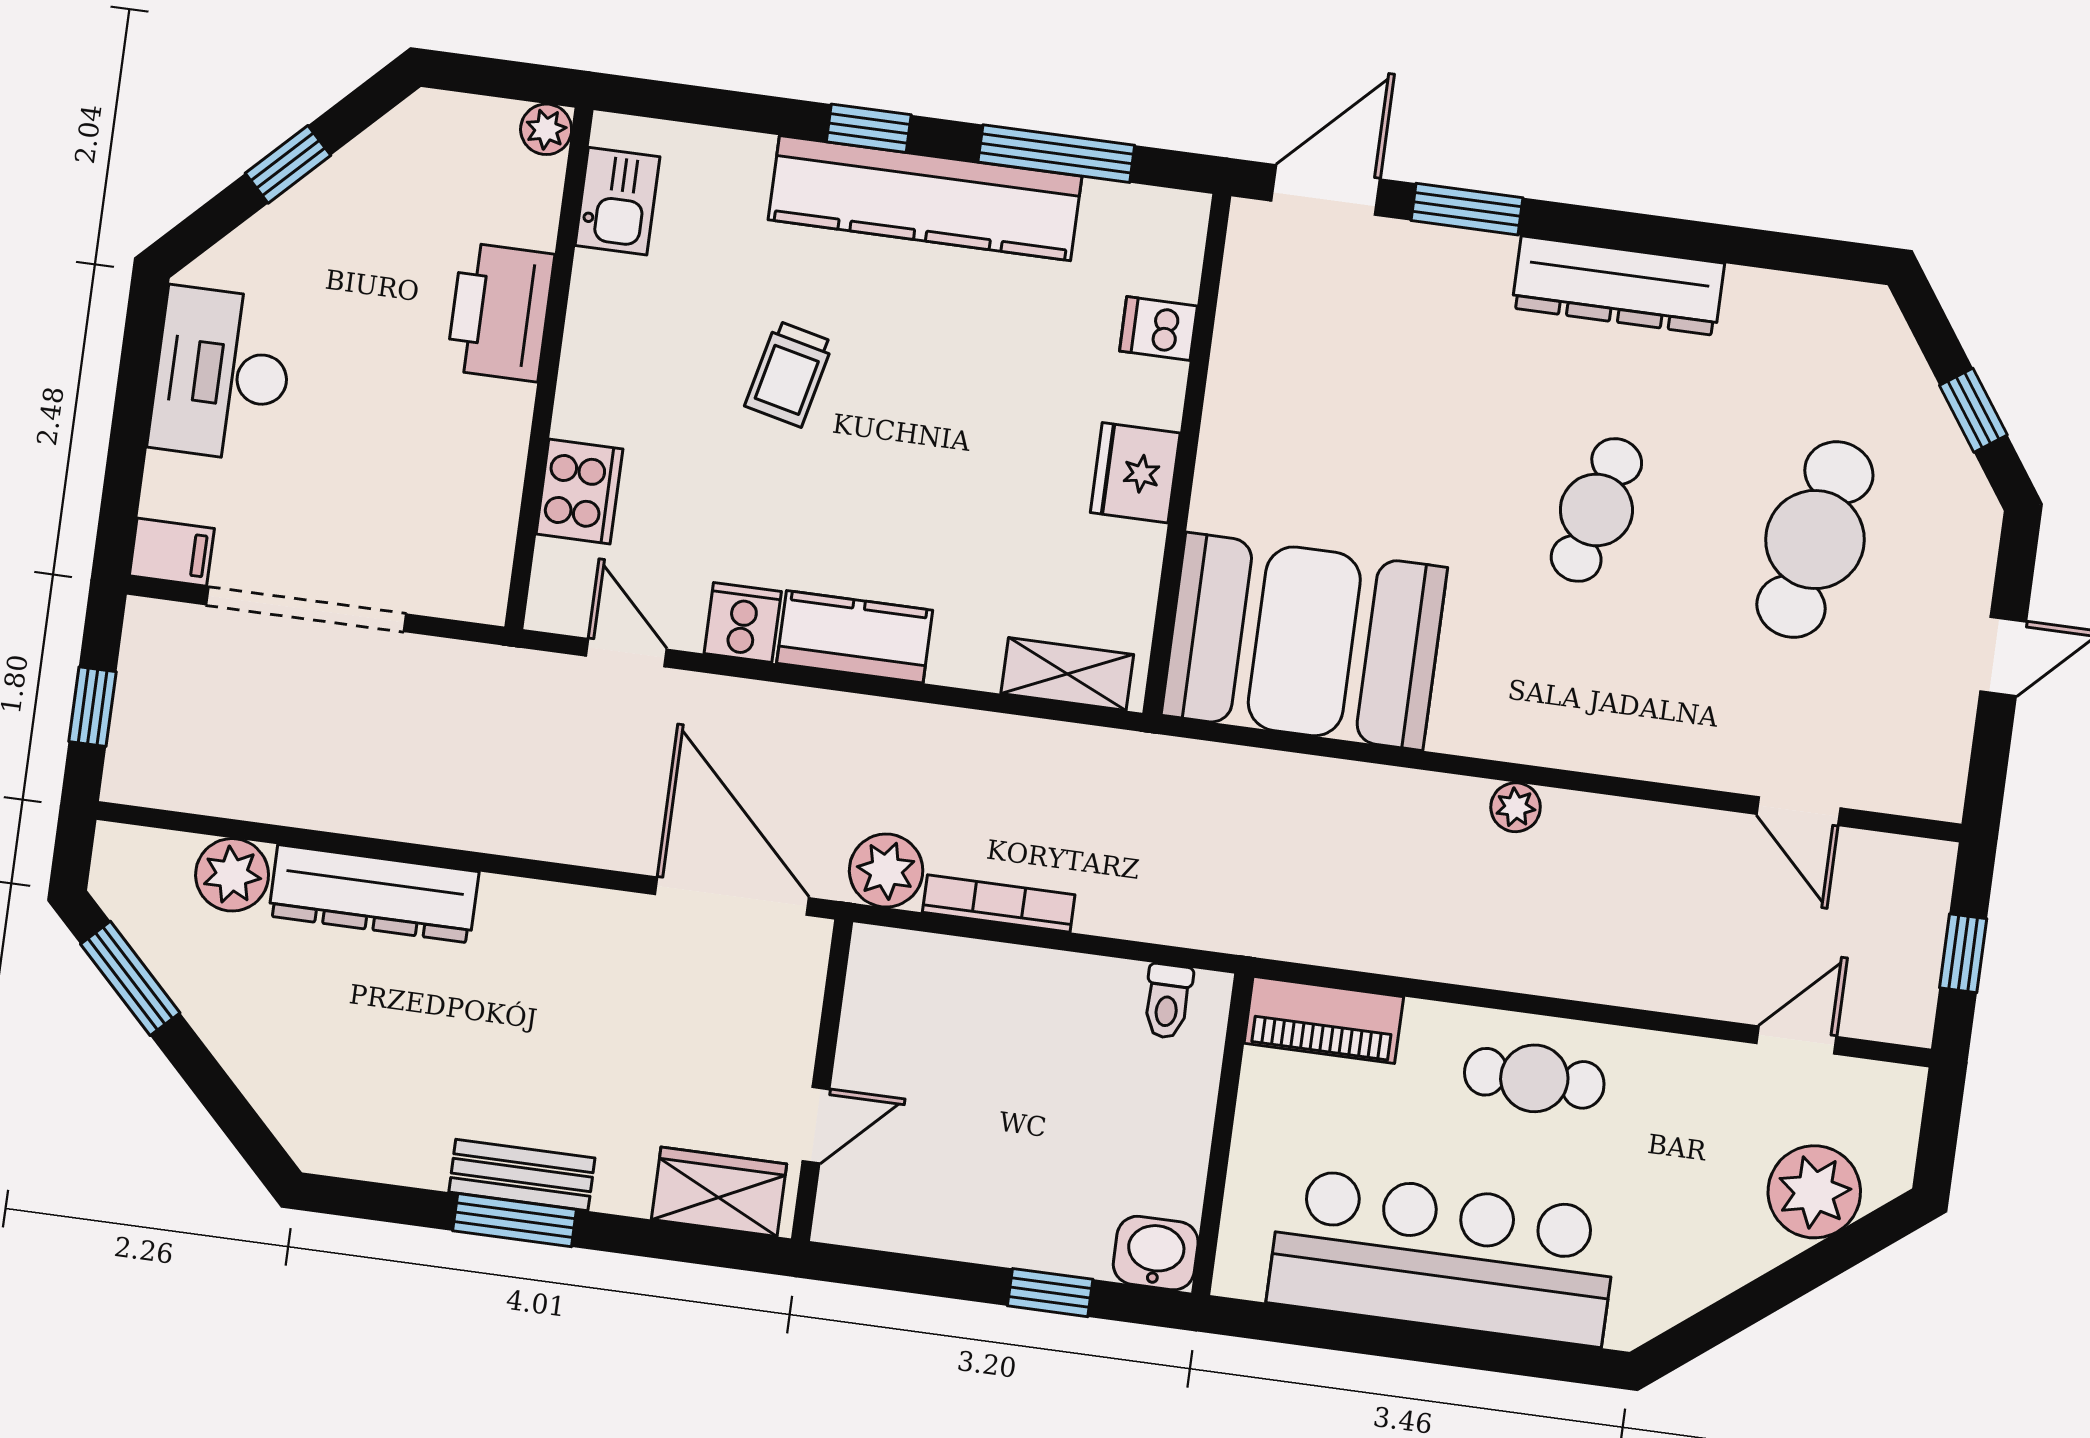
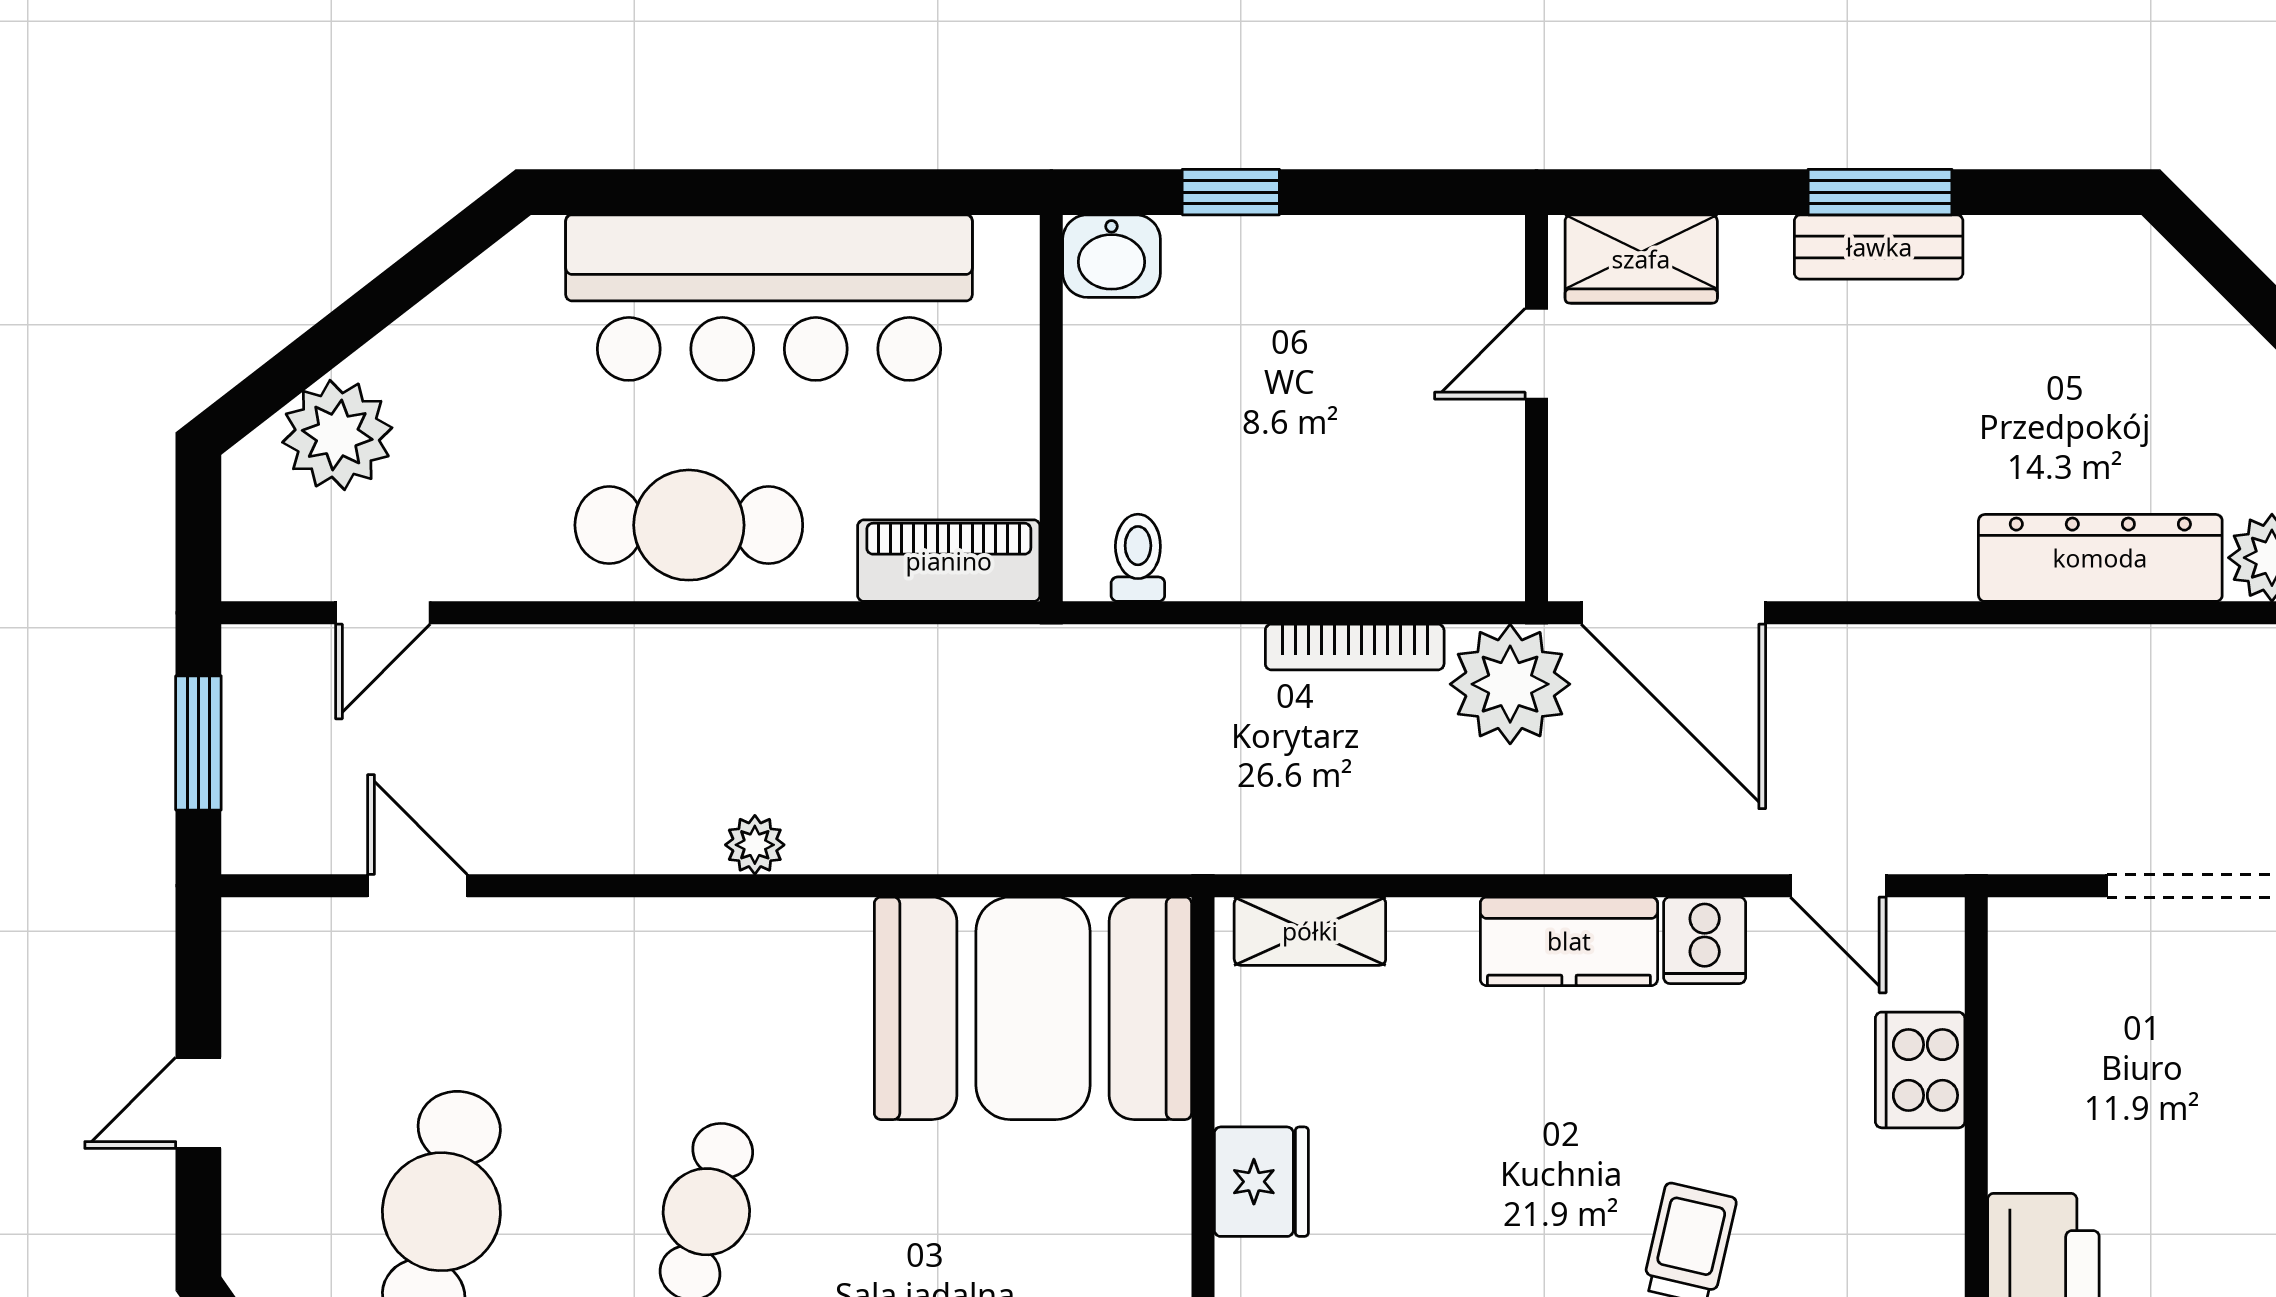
plant: (886, 871) -> (1510, 684), width x1.36, depth x1.36
window: (1963, 953) -> (198, 743), width x1.50
cafe table: (1534, 1078) -> (689, 525), width x1.37, depth x1.35

